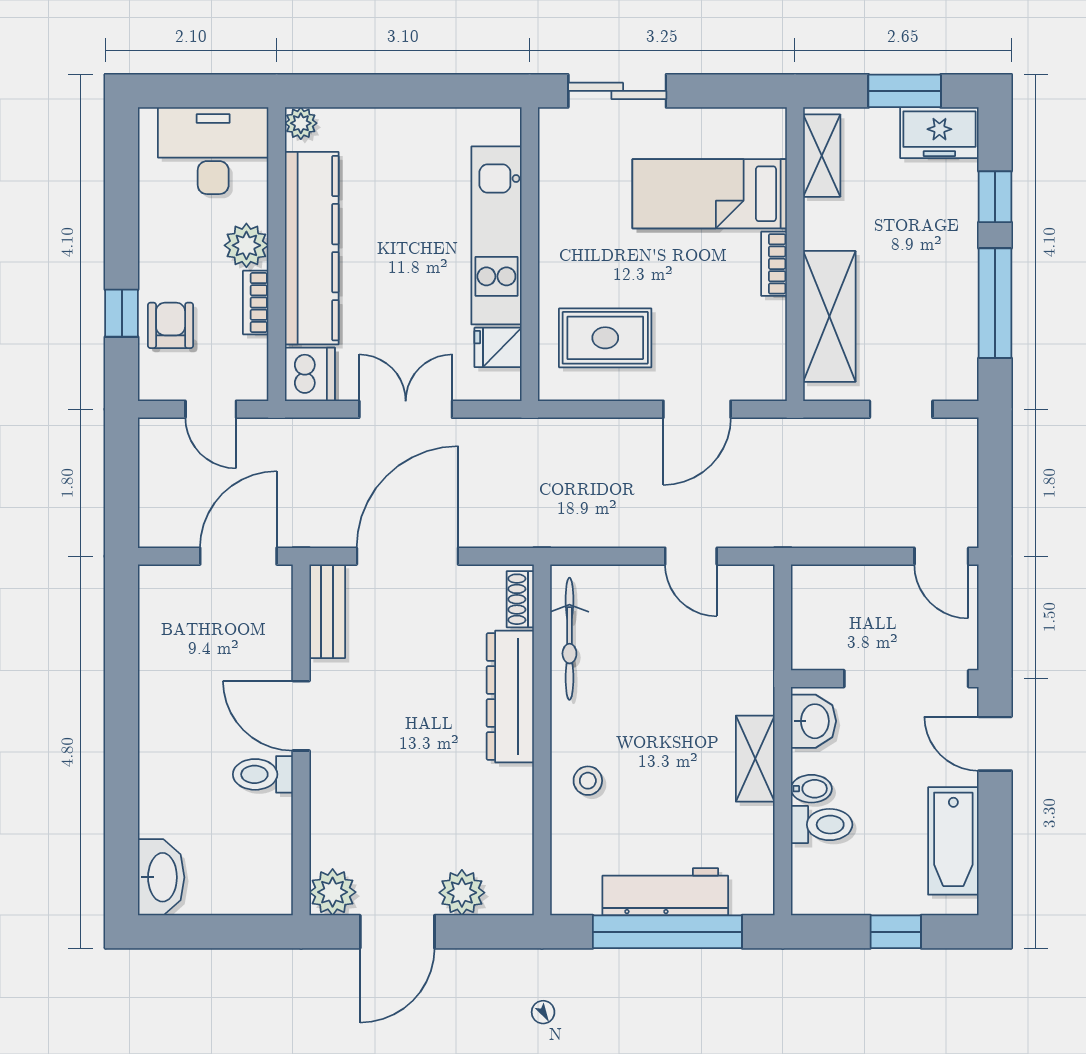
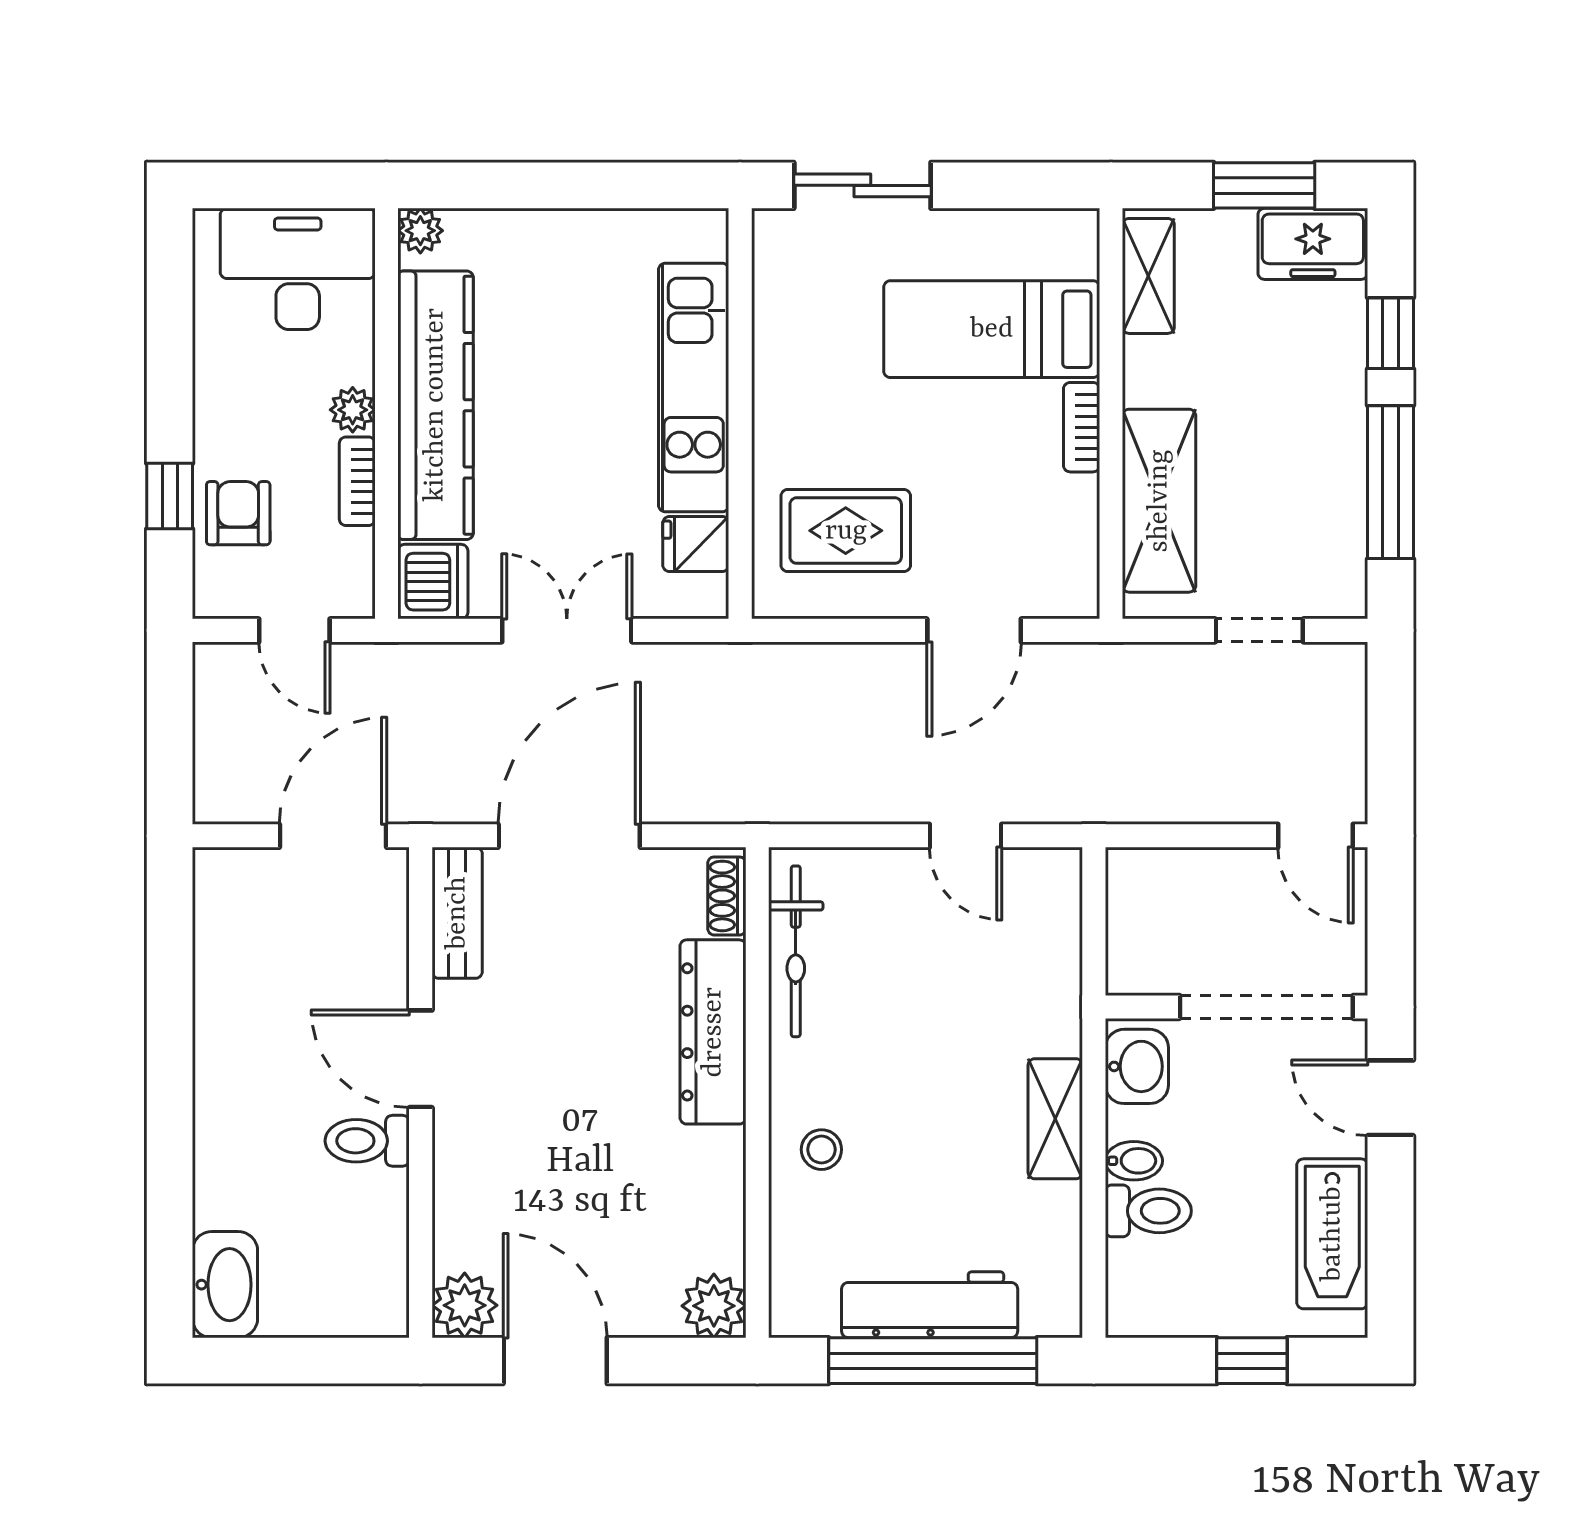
plant: (246, 245) -> (353, 410), width x0.73, depth x0.73
plant: (462, 893) -> (714, 1306), moved
door: (397, 932) -> (555, 1361), swing flipped

